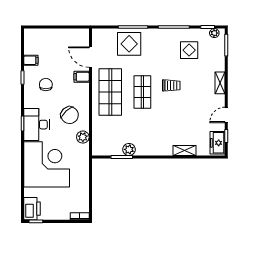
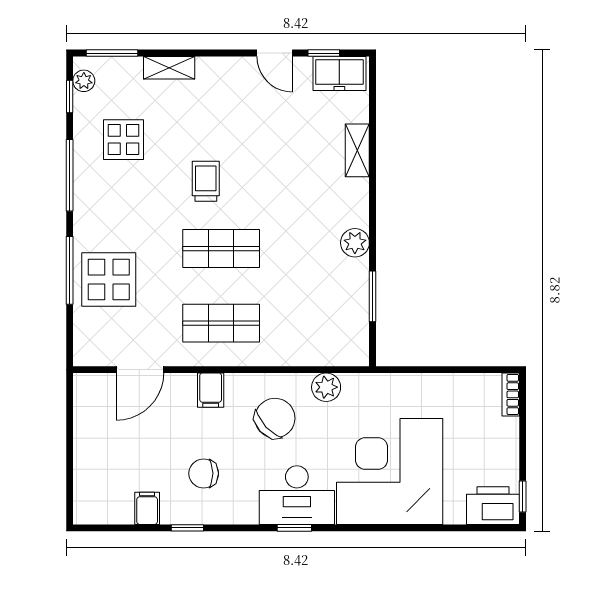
filing cabinet: (82, 77) -> (211, 390), moved
shelving: (220, 83) -> (169, 68), moved
shop shelf: (110, 92) -> (221, 323), width x0.70, depth x0.74
plant: (129, 149) -> (355, 243), moved

